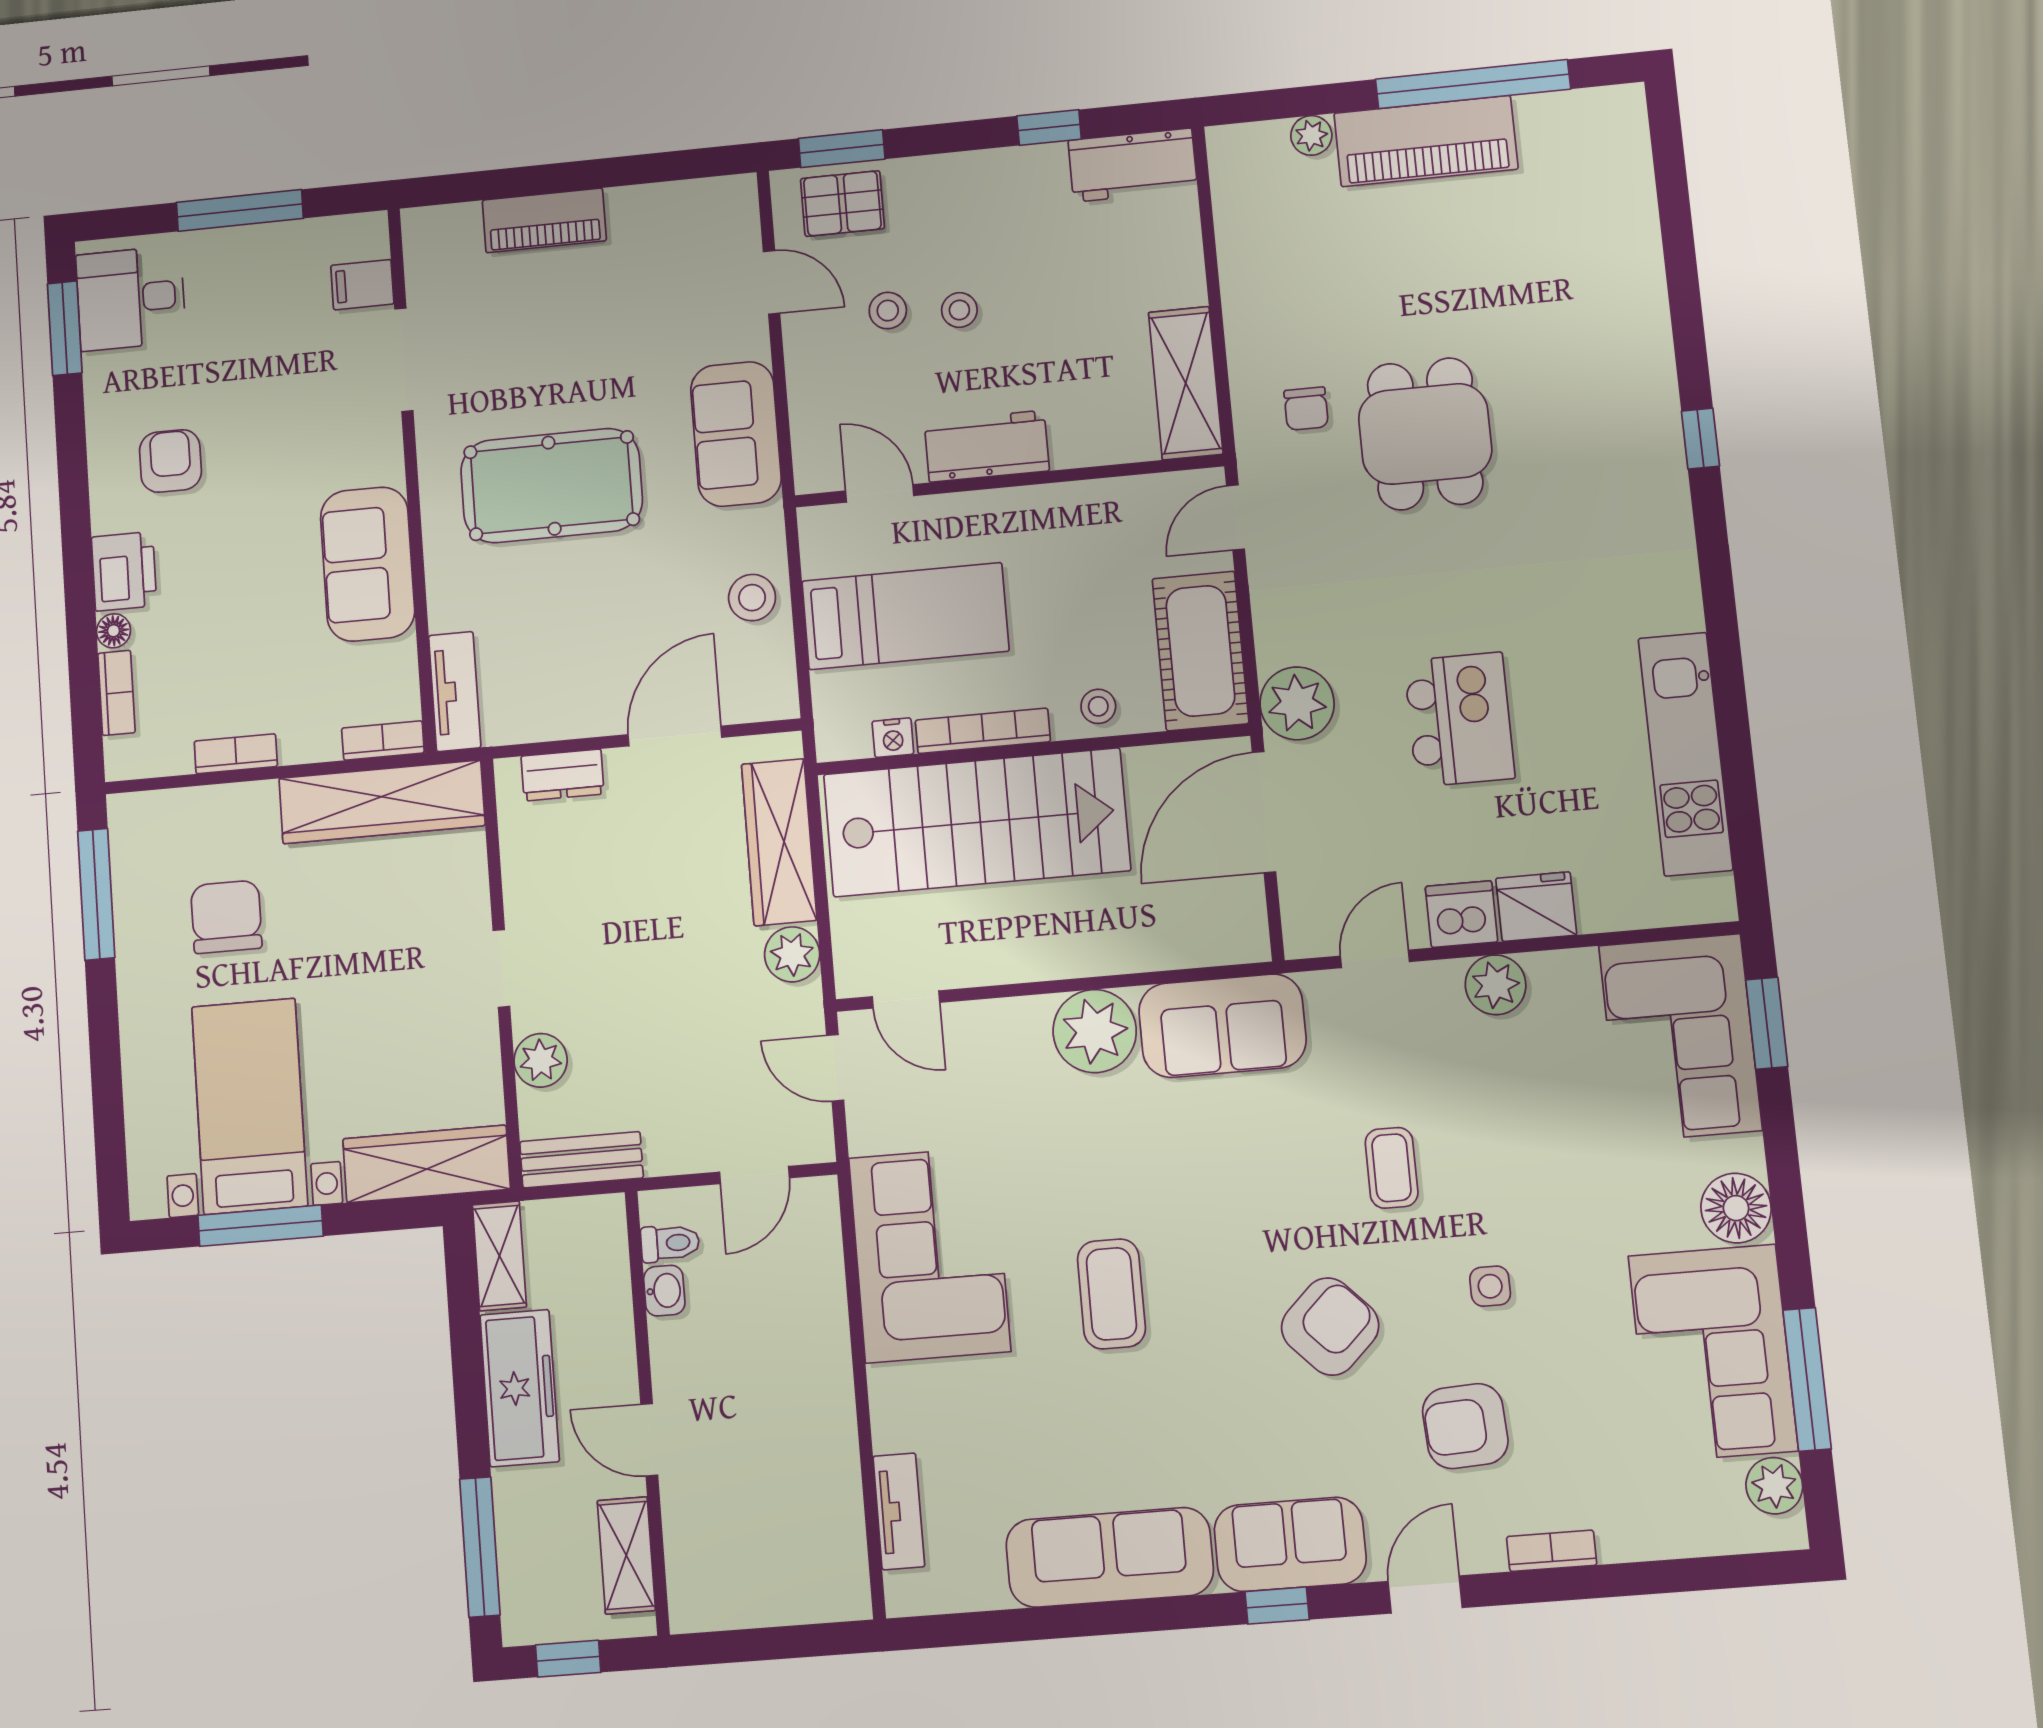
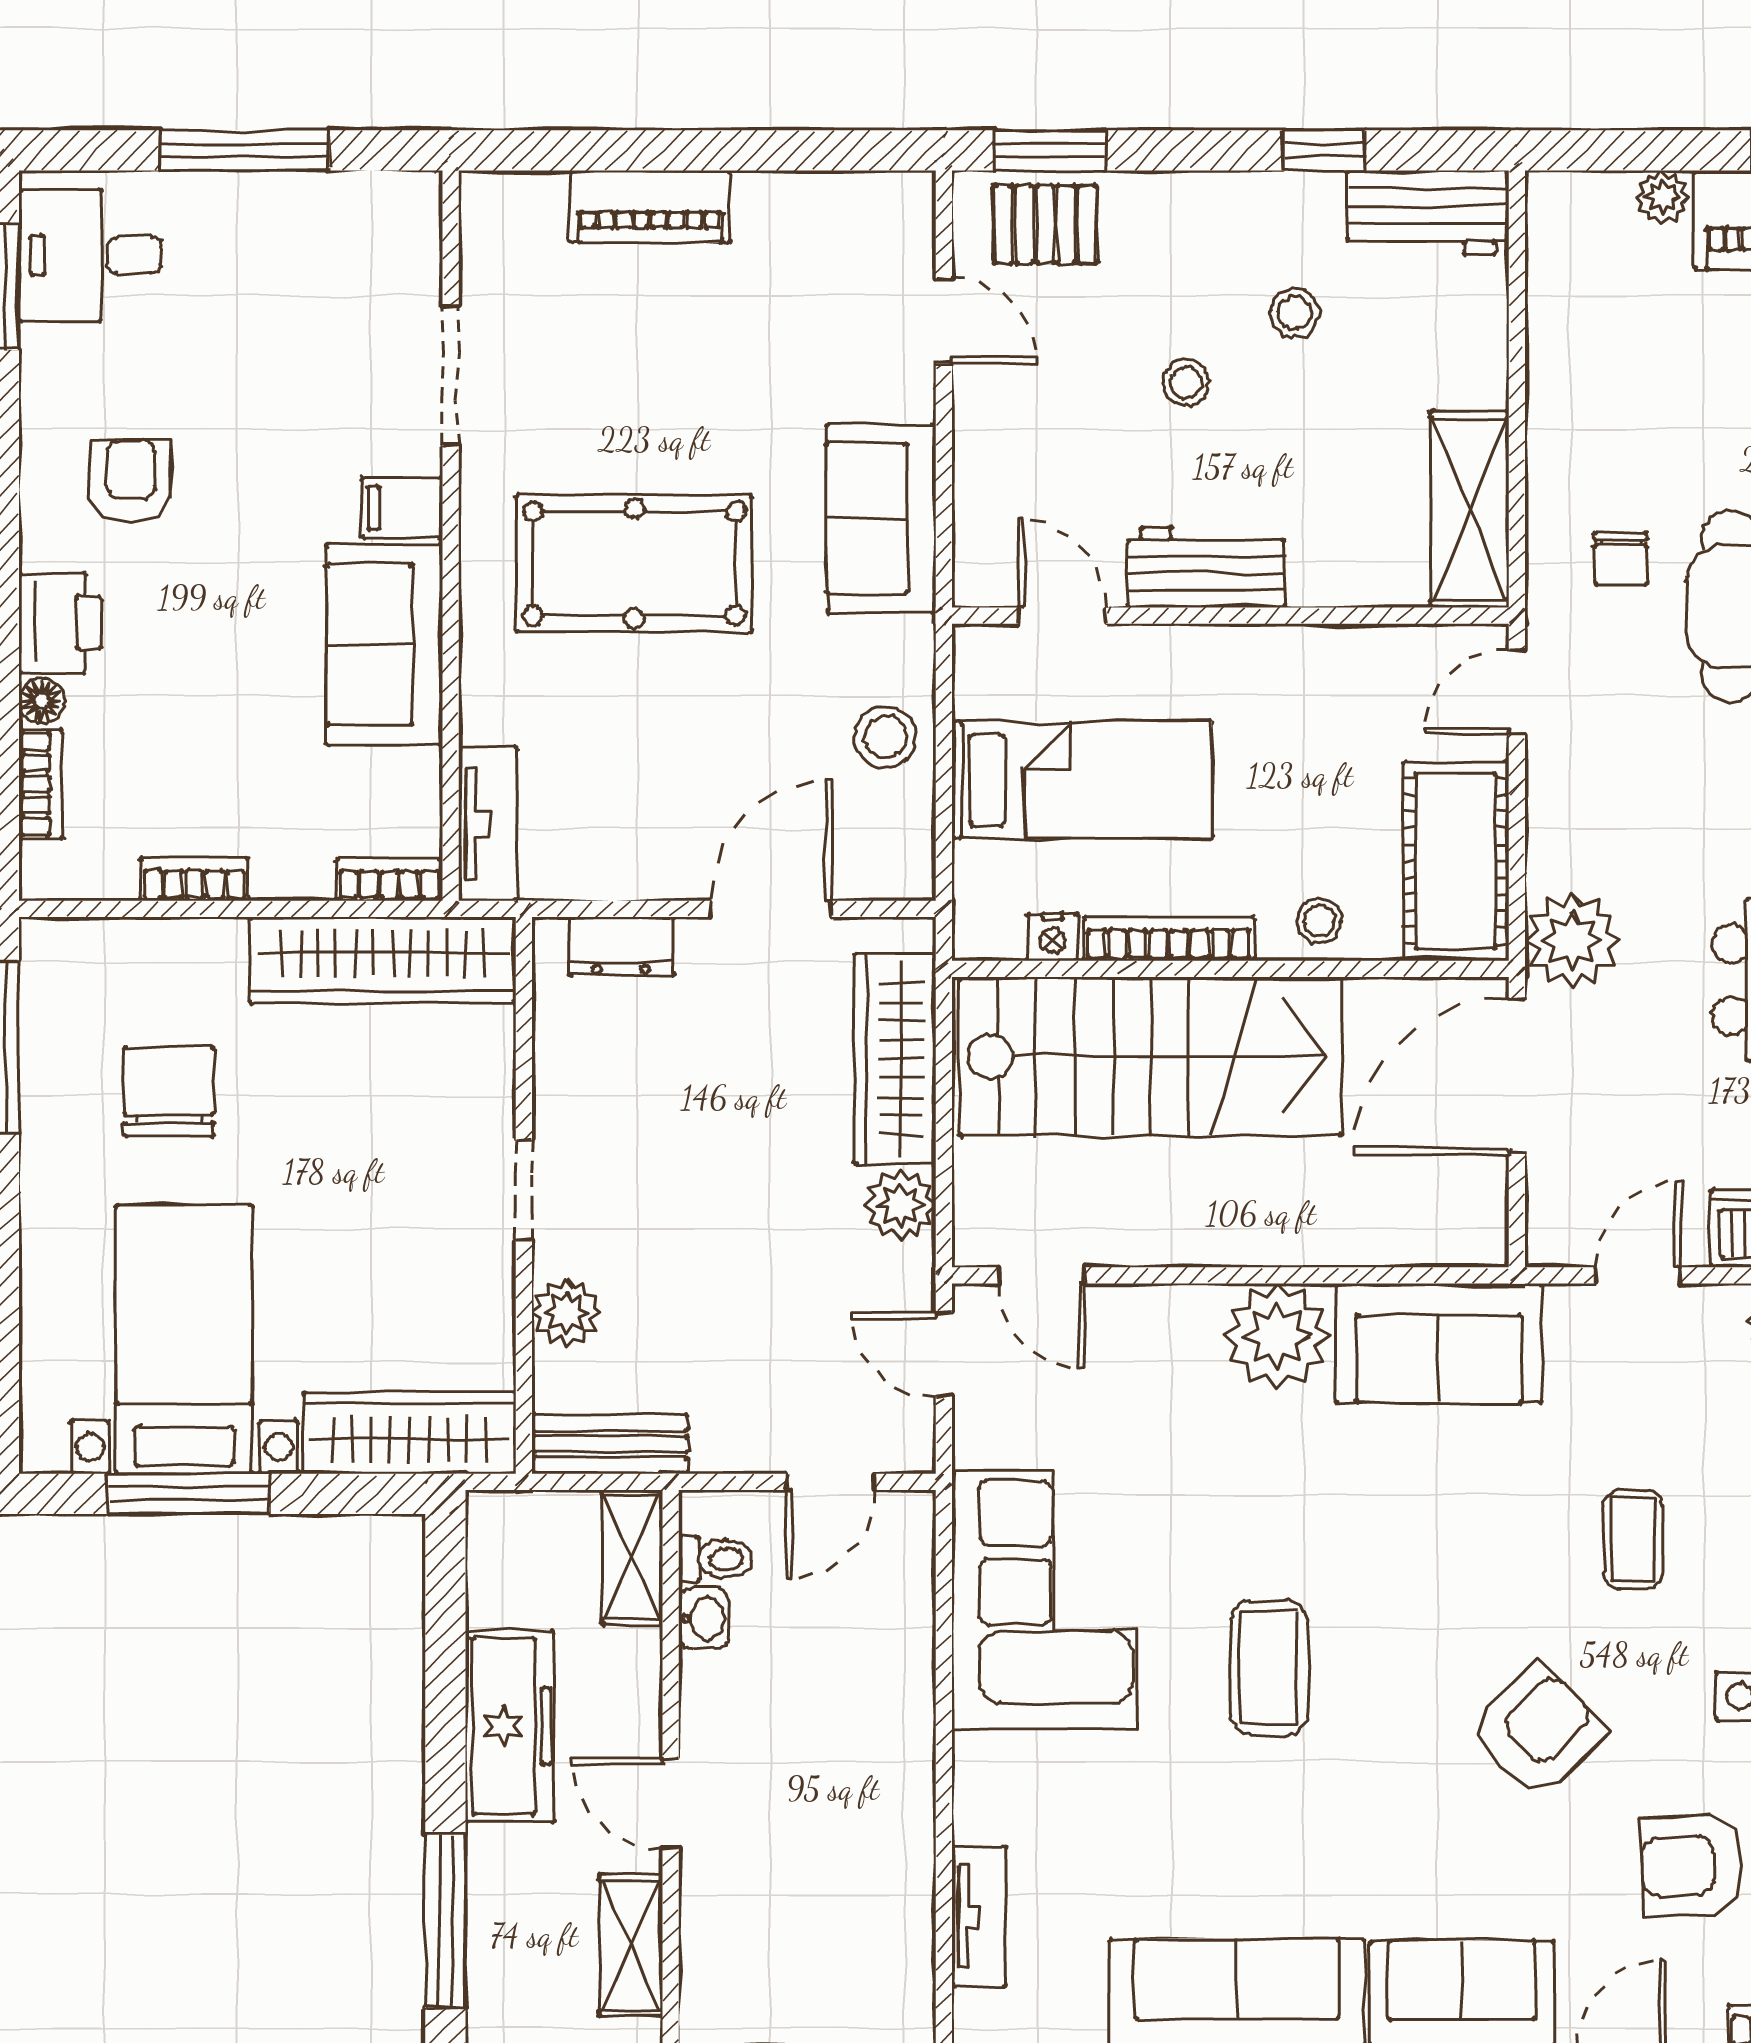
filing cabinet: (362, 285) -> (402, 508), moved
stool: (888, 311) -> (1295, 313), moved
shelving: (499, 1256) -> (632, 1557), moved

